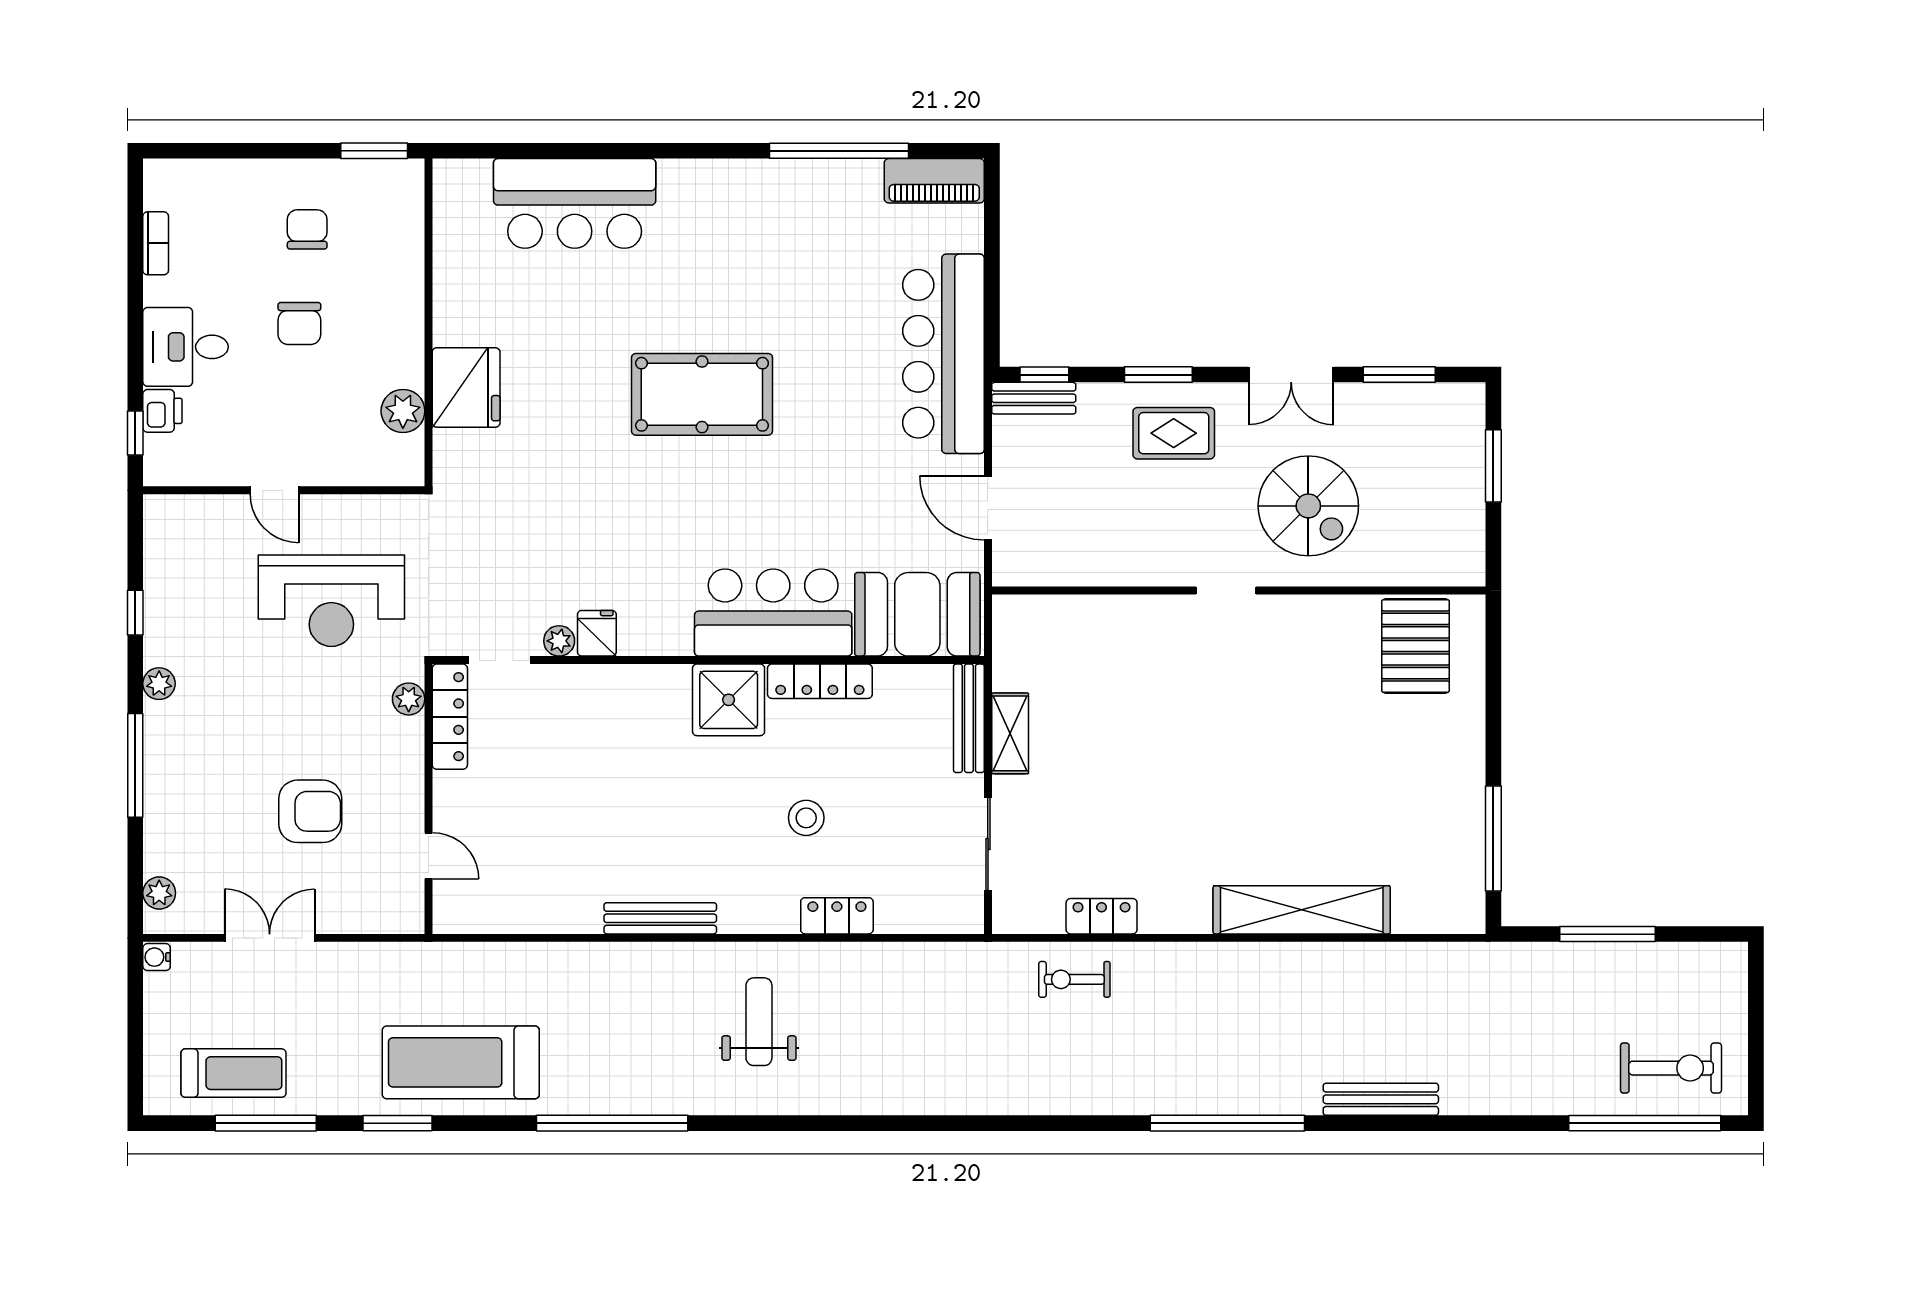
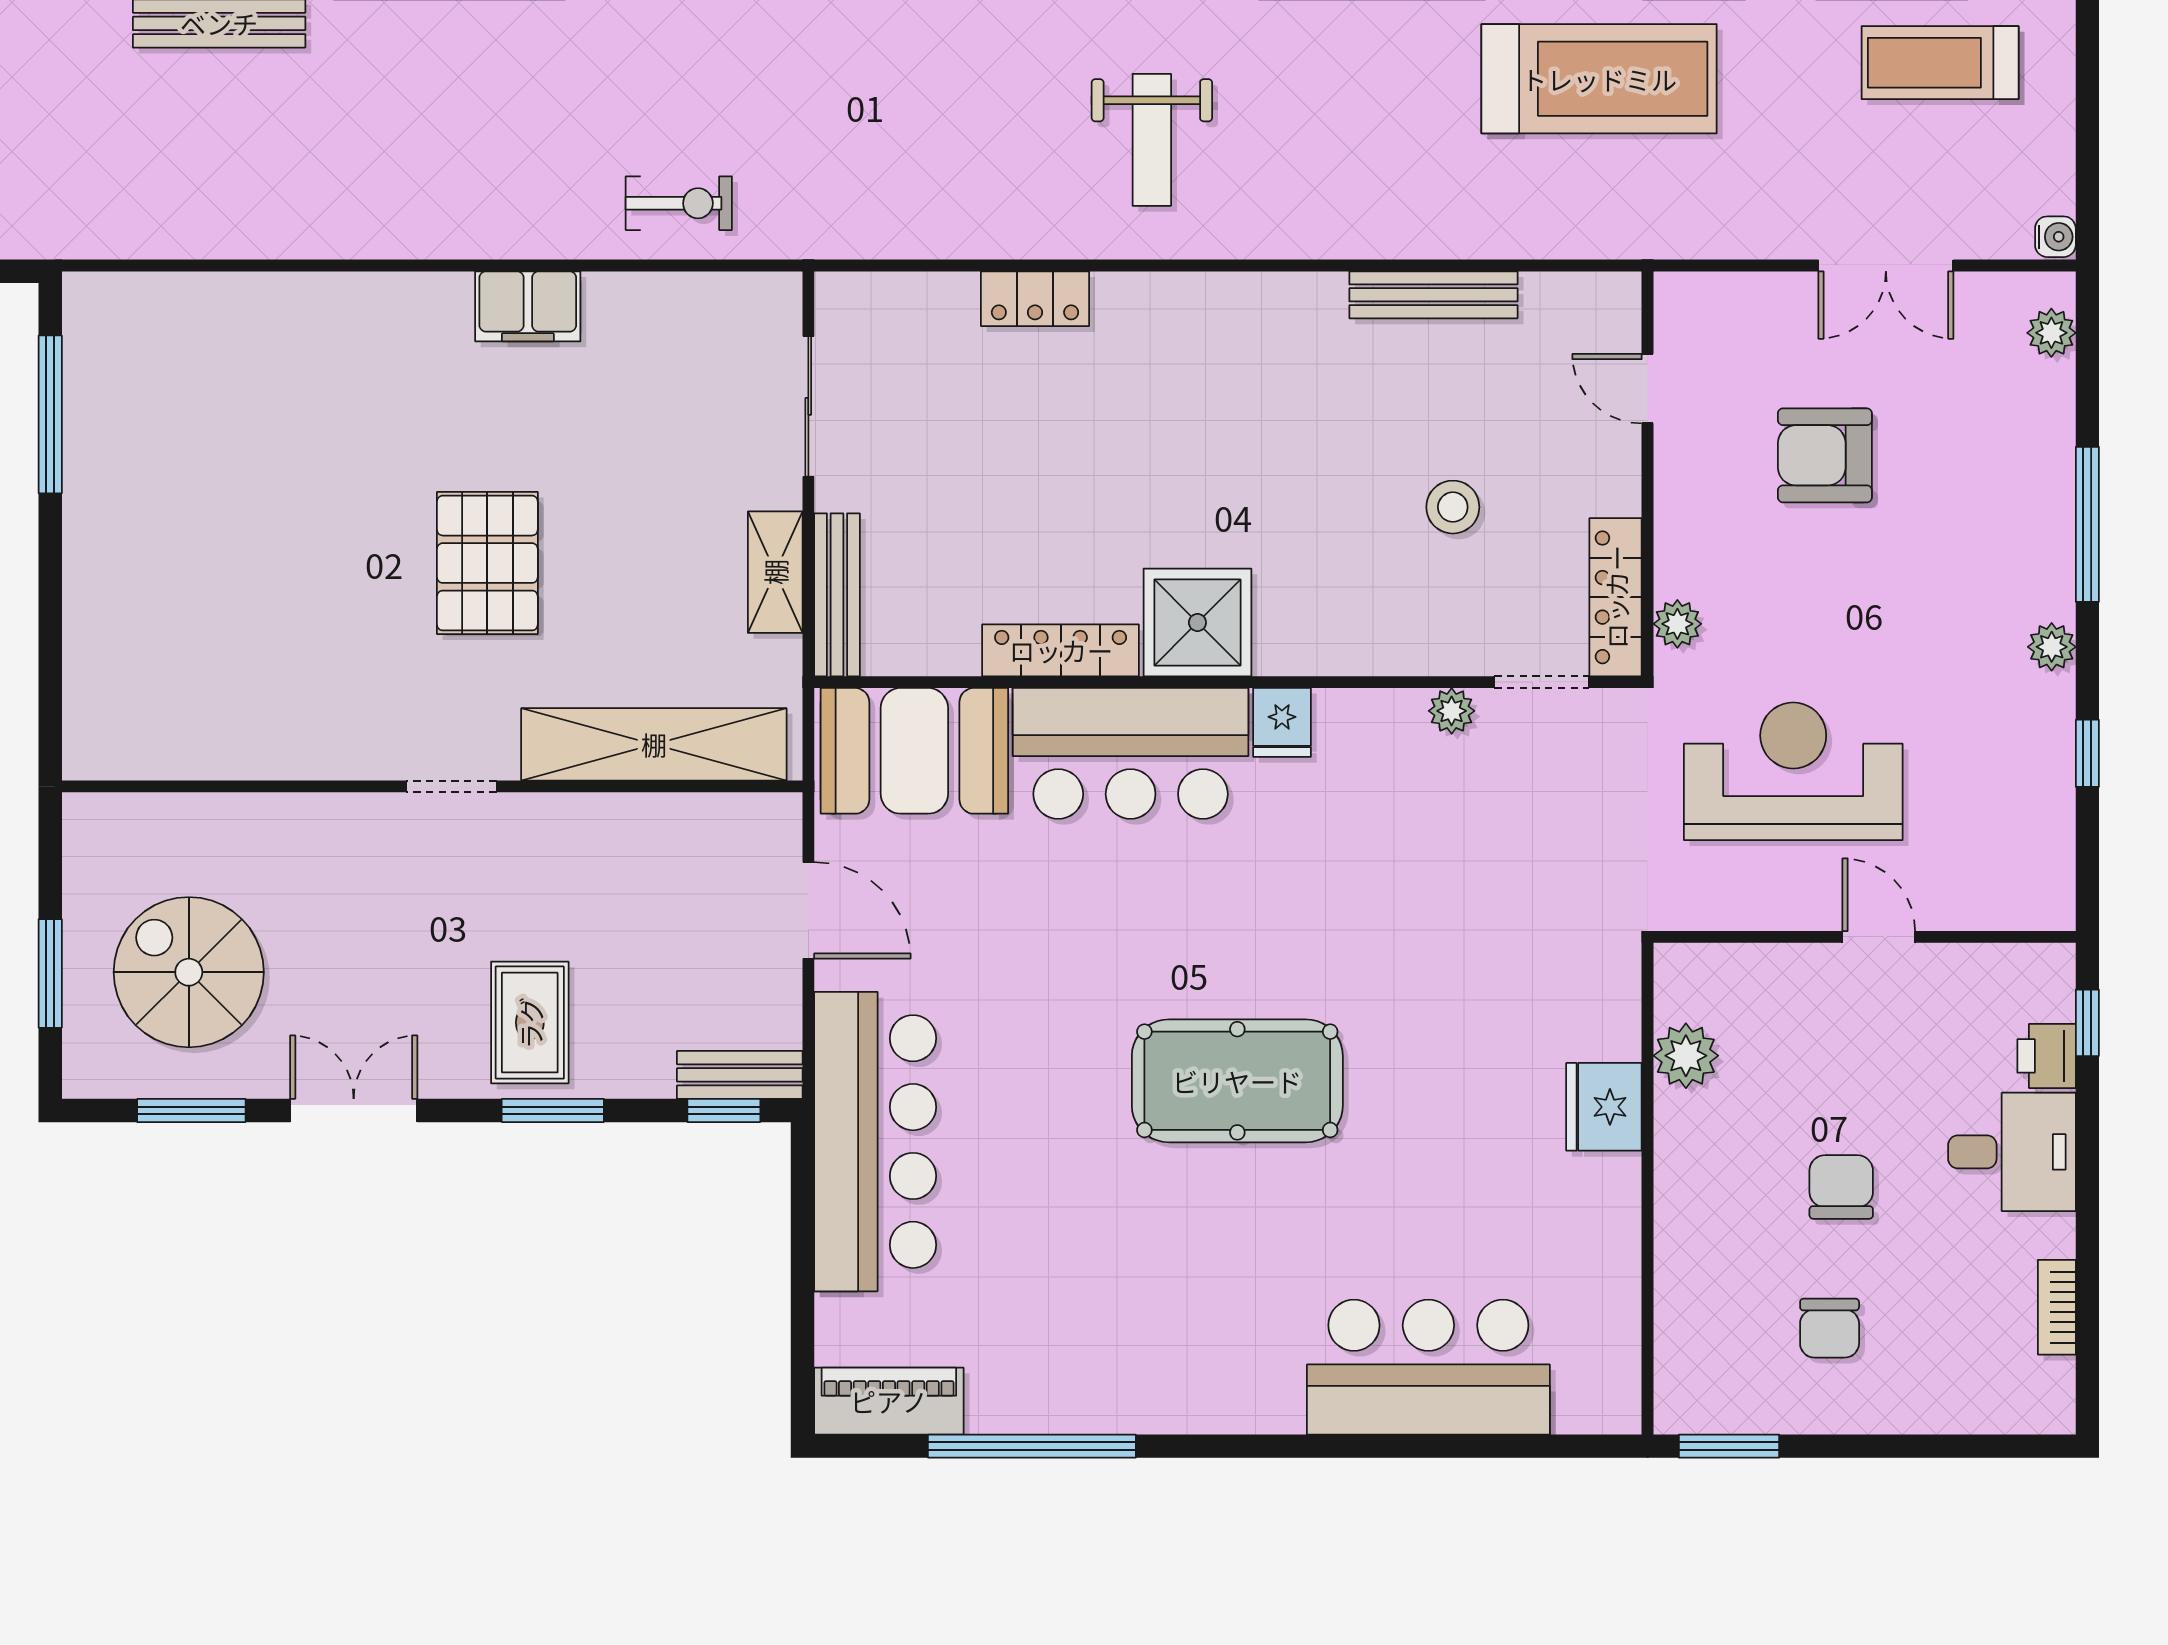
fridge: (466, 387) -> (1604, 1107), width x0.73, depth x0.75
rug: (1174, 433) -> (530, 1023), turned 90
spiral stairs: (1308, 506) -> (189, 972), moved
fridge: (597, 633) -> (1282, 722), moved
pallet: (1415, 646) -> (487, 563), moved
stool: (806, 818) -> (1453, 507), moved
shelving: (1302, 910) -> (654, 744), moved
filing cabinet: (1175, 911) -> (528, 306), added
locker: (1102, 916) -> (638, 298), removed
bench: (660, 918) -> (1433, 295), moved

